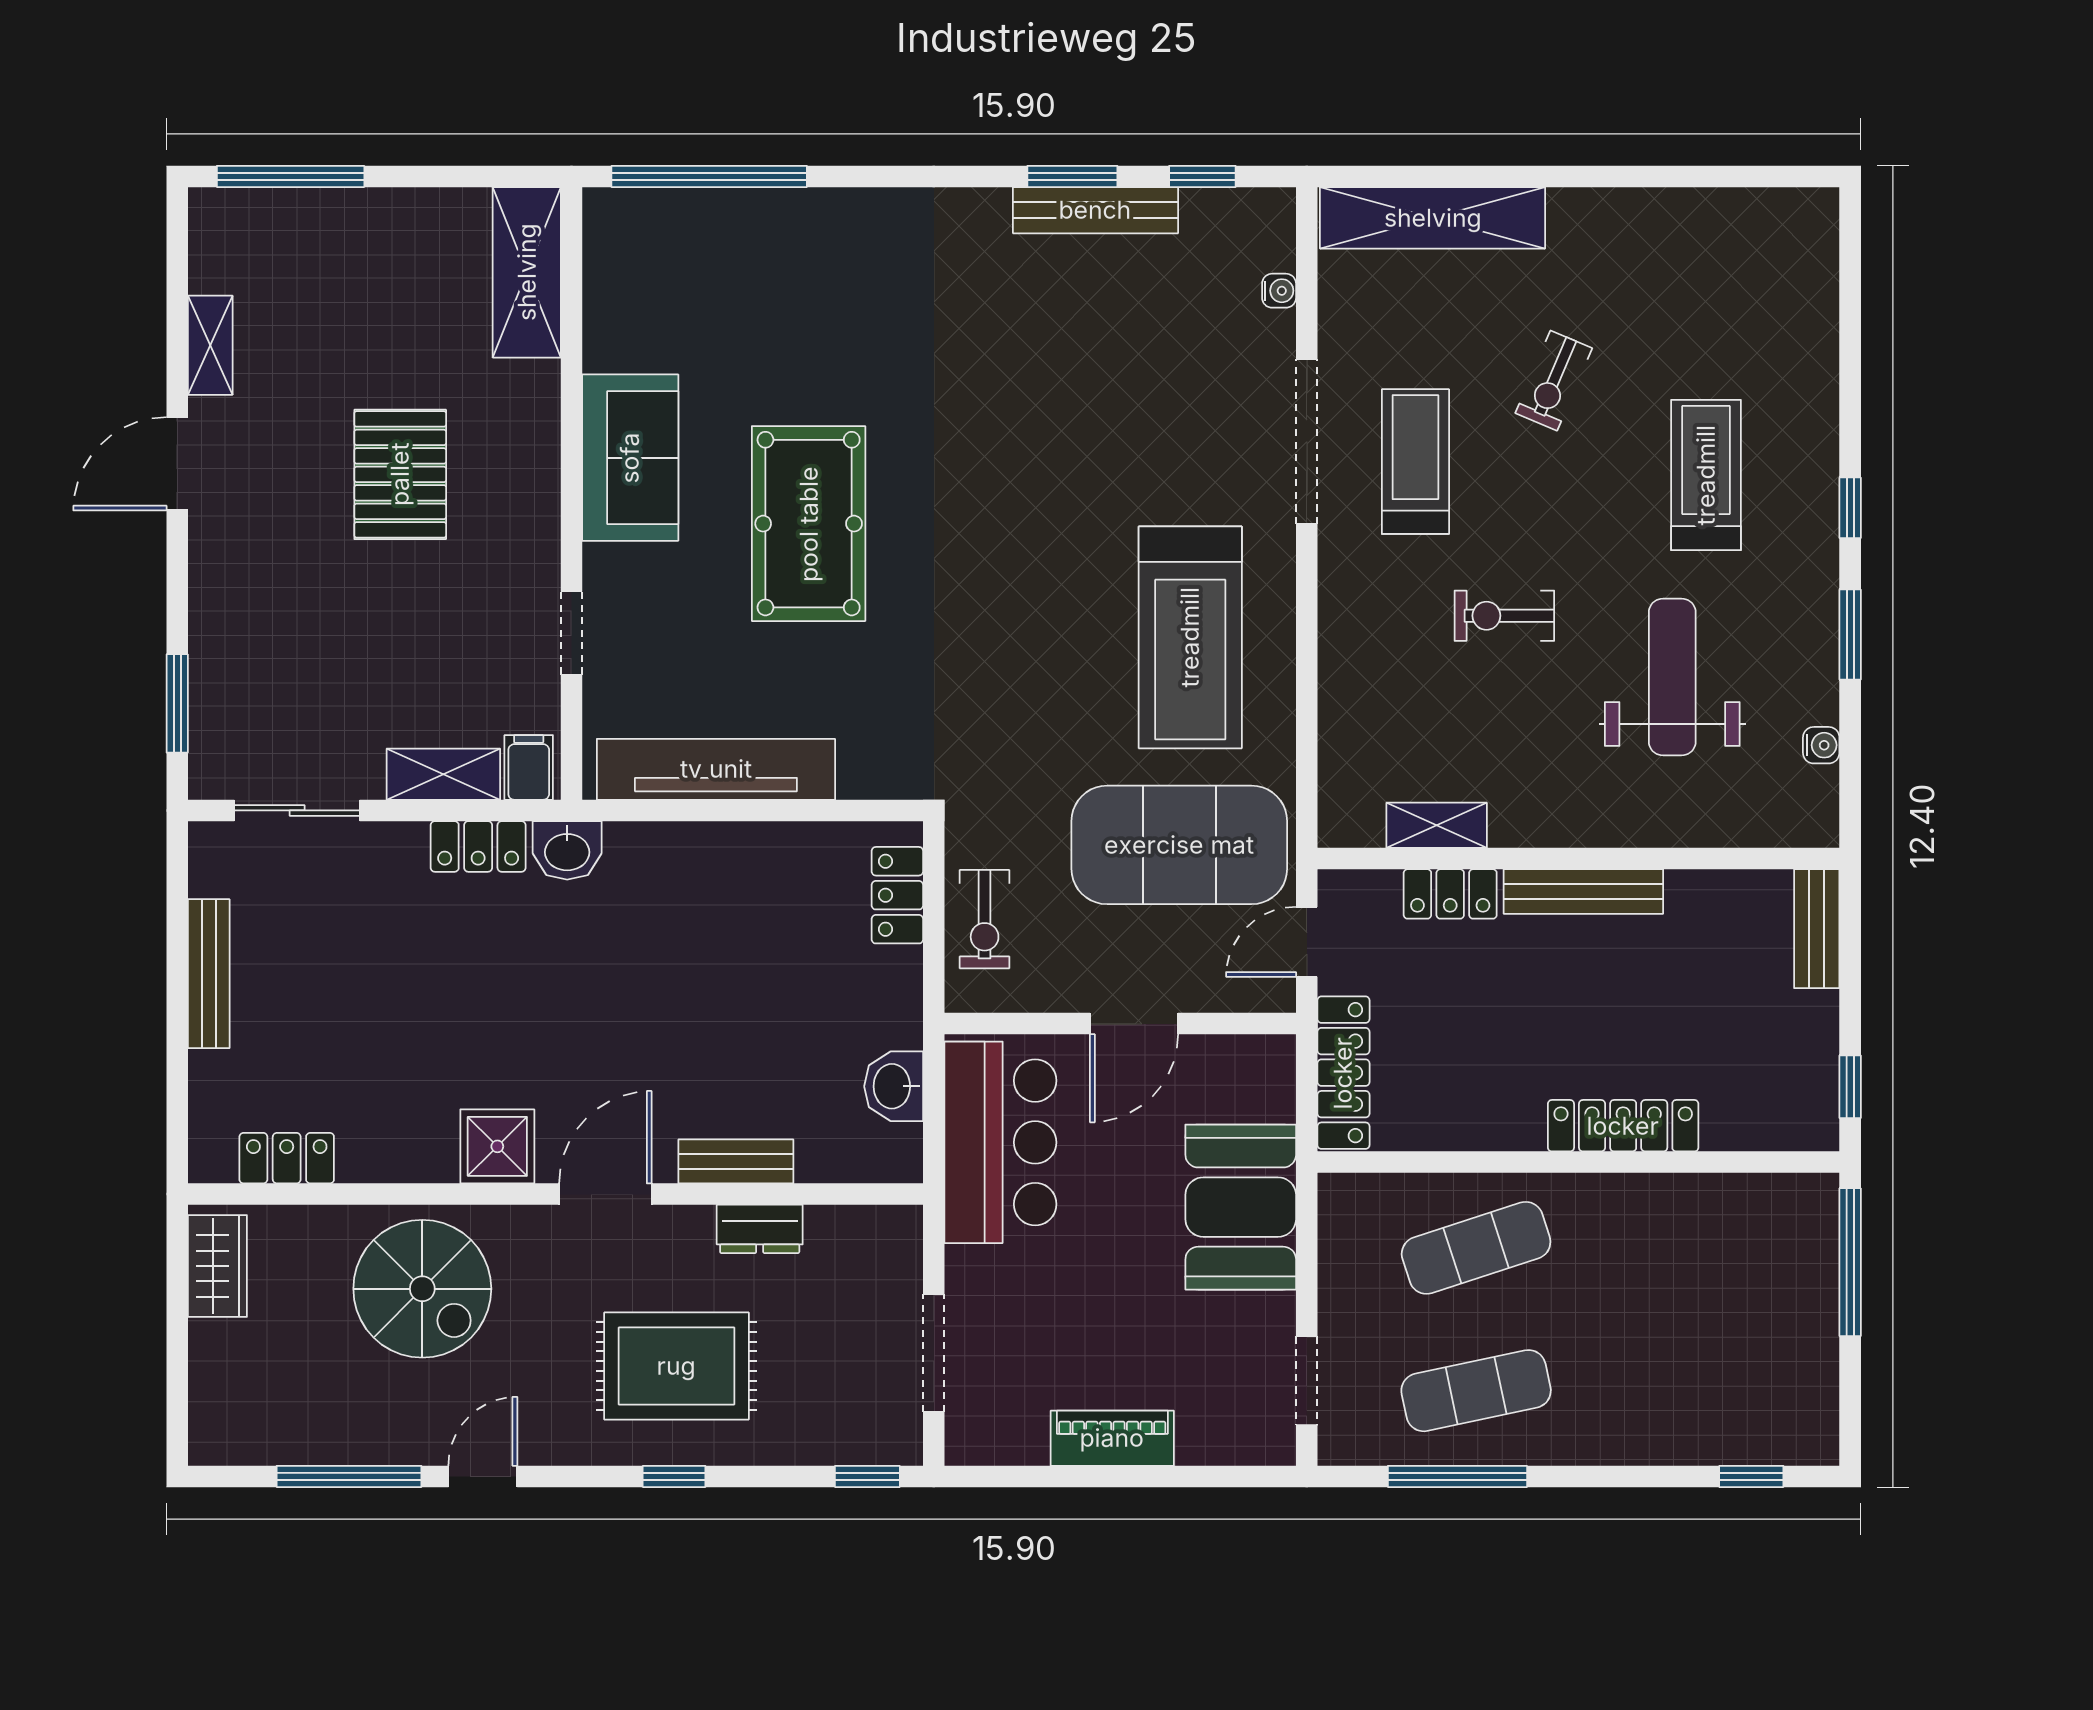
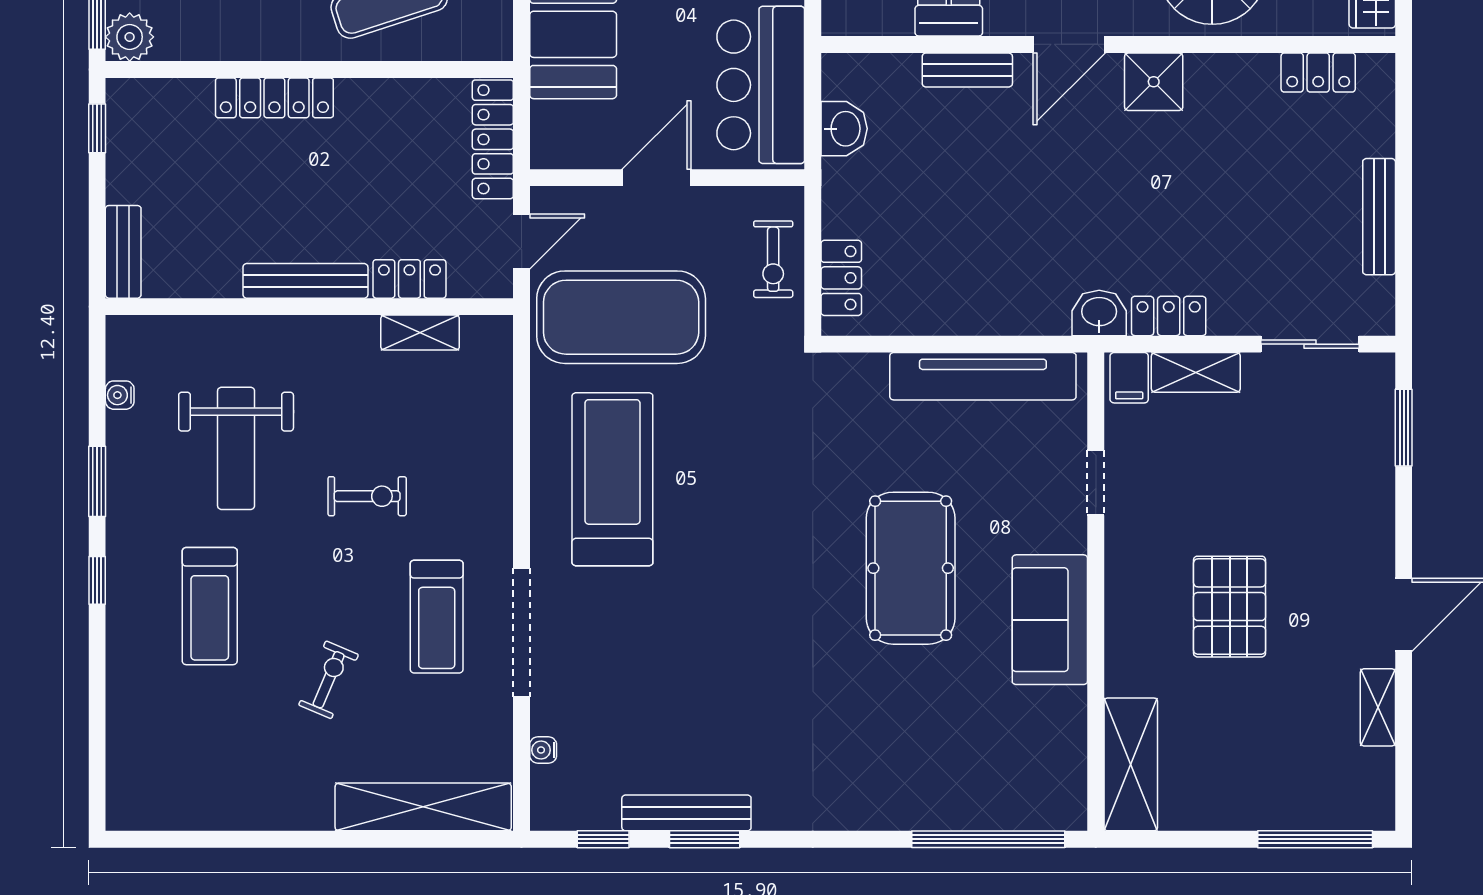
exercise bike: (985, 919) -> (773, 259), turned 180
plant: (1809, 1204) -> (130, 37), added

